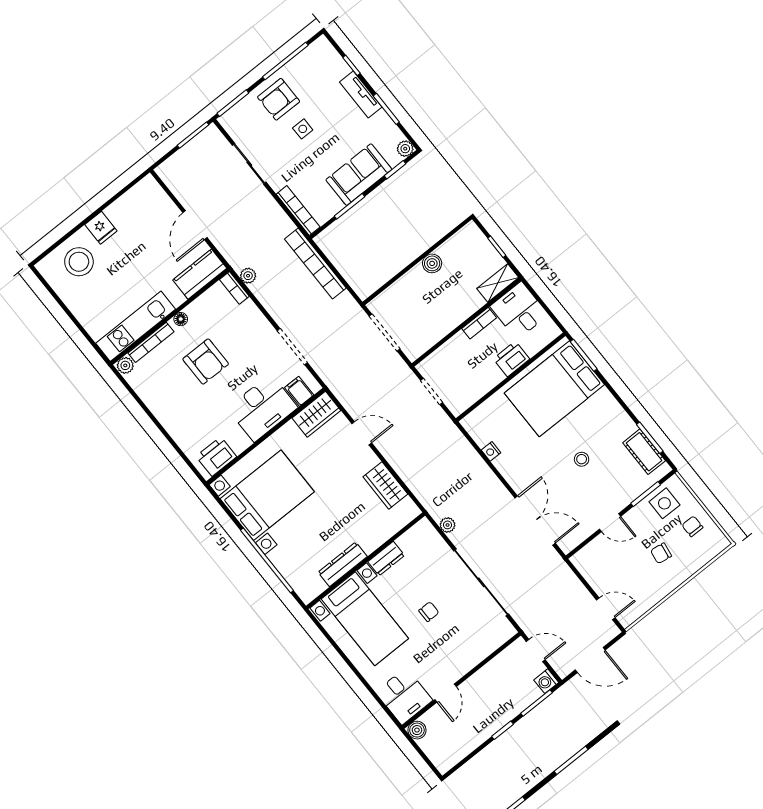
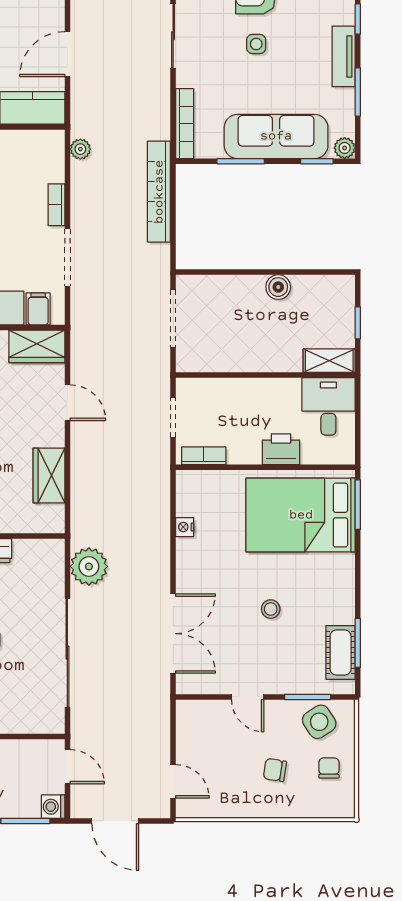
sofa: (359, 175) -> (276, 136), width x1.36
bookcase: (234, 288) -> (56, 205), moved
bookcase: (479, 323) -> (204, 456), moved, turned 180
side table: (664, 503) -> (319, 722), turned -33
plant: (448, 525) -> (89, 566), width x1.87, depth x1.87

